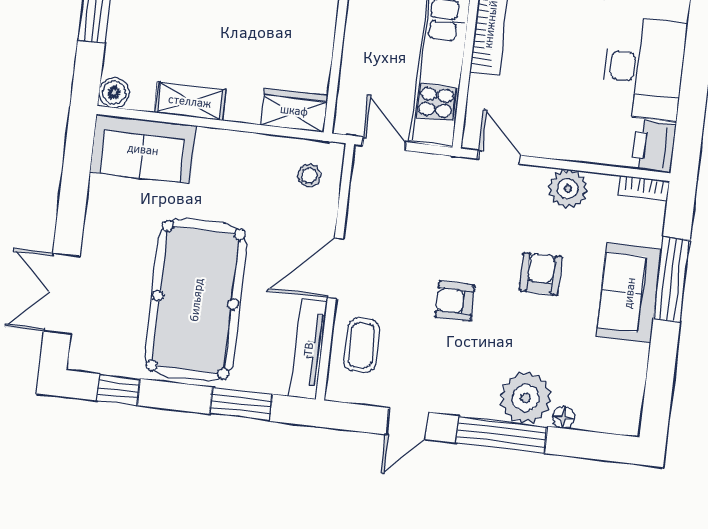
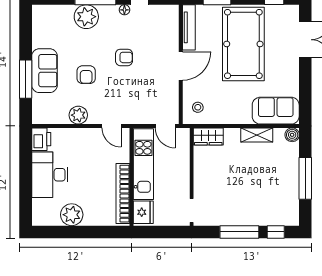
bookcase: (644, 188) -> (43, 120), removed
coffee table: (362, 345) -> (165, 32), removed
floor lamp: (563, 417) -> (124, 10), moved

